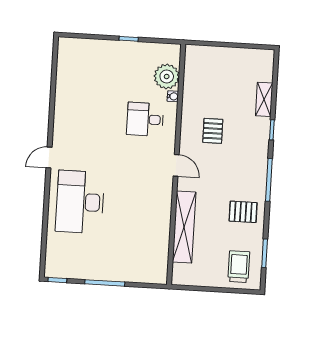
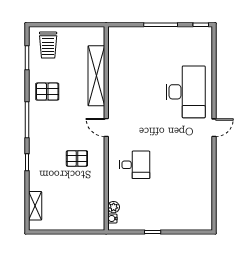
plant: (167, 77) -> (114, 207), width x0.53, depth x0.53
water cooler: (173, 96) -> (112, 219), moved
shelving: (264, 99) -> (35, 206), moved
pallet: (213, 131) -> (77, 158), turned 90

